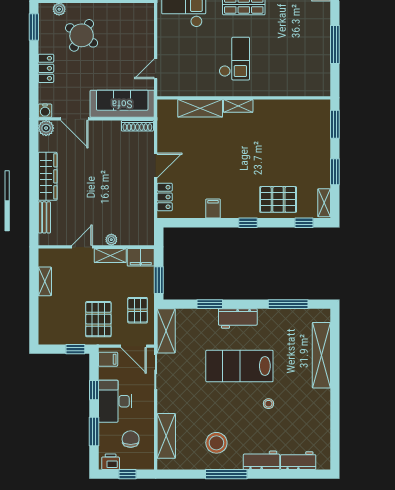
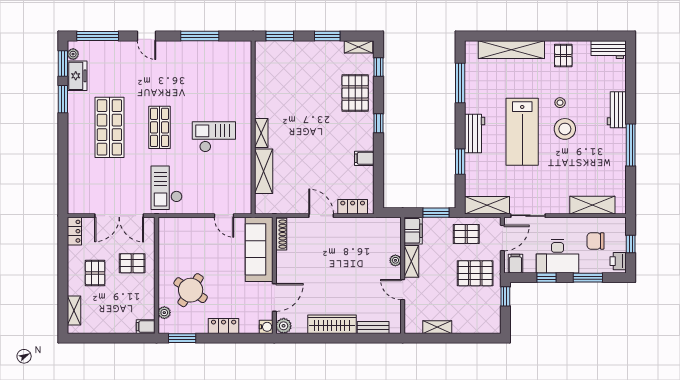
pallet: (315, 407) -> (563, 56), added
stool: (216, 443) -> (565, 129), moved
workbench: (298, 461) -> (609, 50), moved, turned -90

